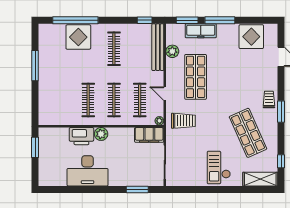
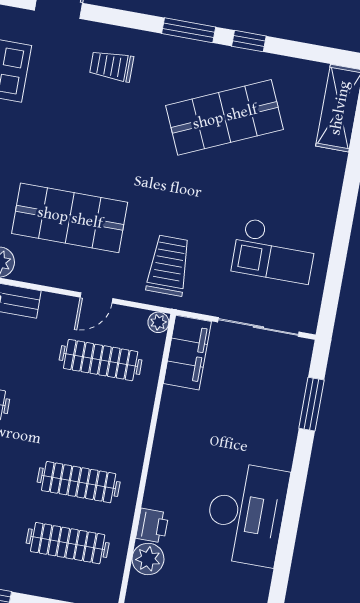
clothes rail: (114, 100) -> (68, 543), moved
trolley: (269, 100) -> (111, 66), moved
plant: (101, 134) -> (148, 559), moved
printer: (81, 136) -> (152, 526), width x0.53, depth x0.68
window: (281, 161) -> (249, 41), moved
checkout: (219, 167) -> (274, 251), moved

